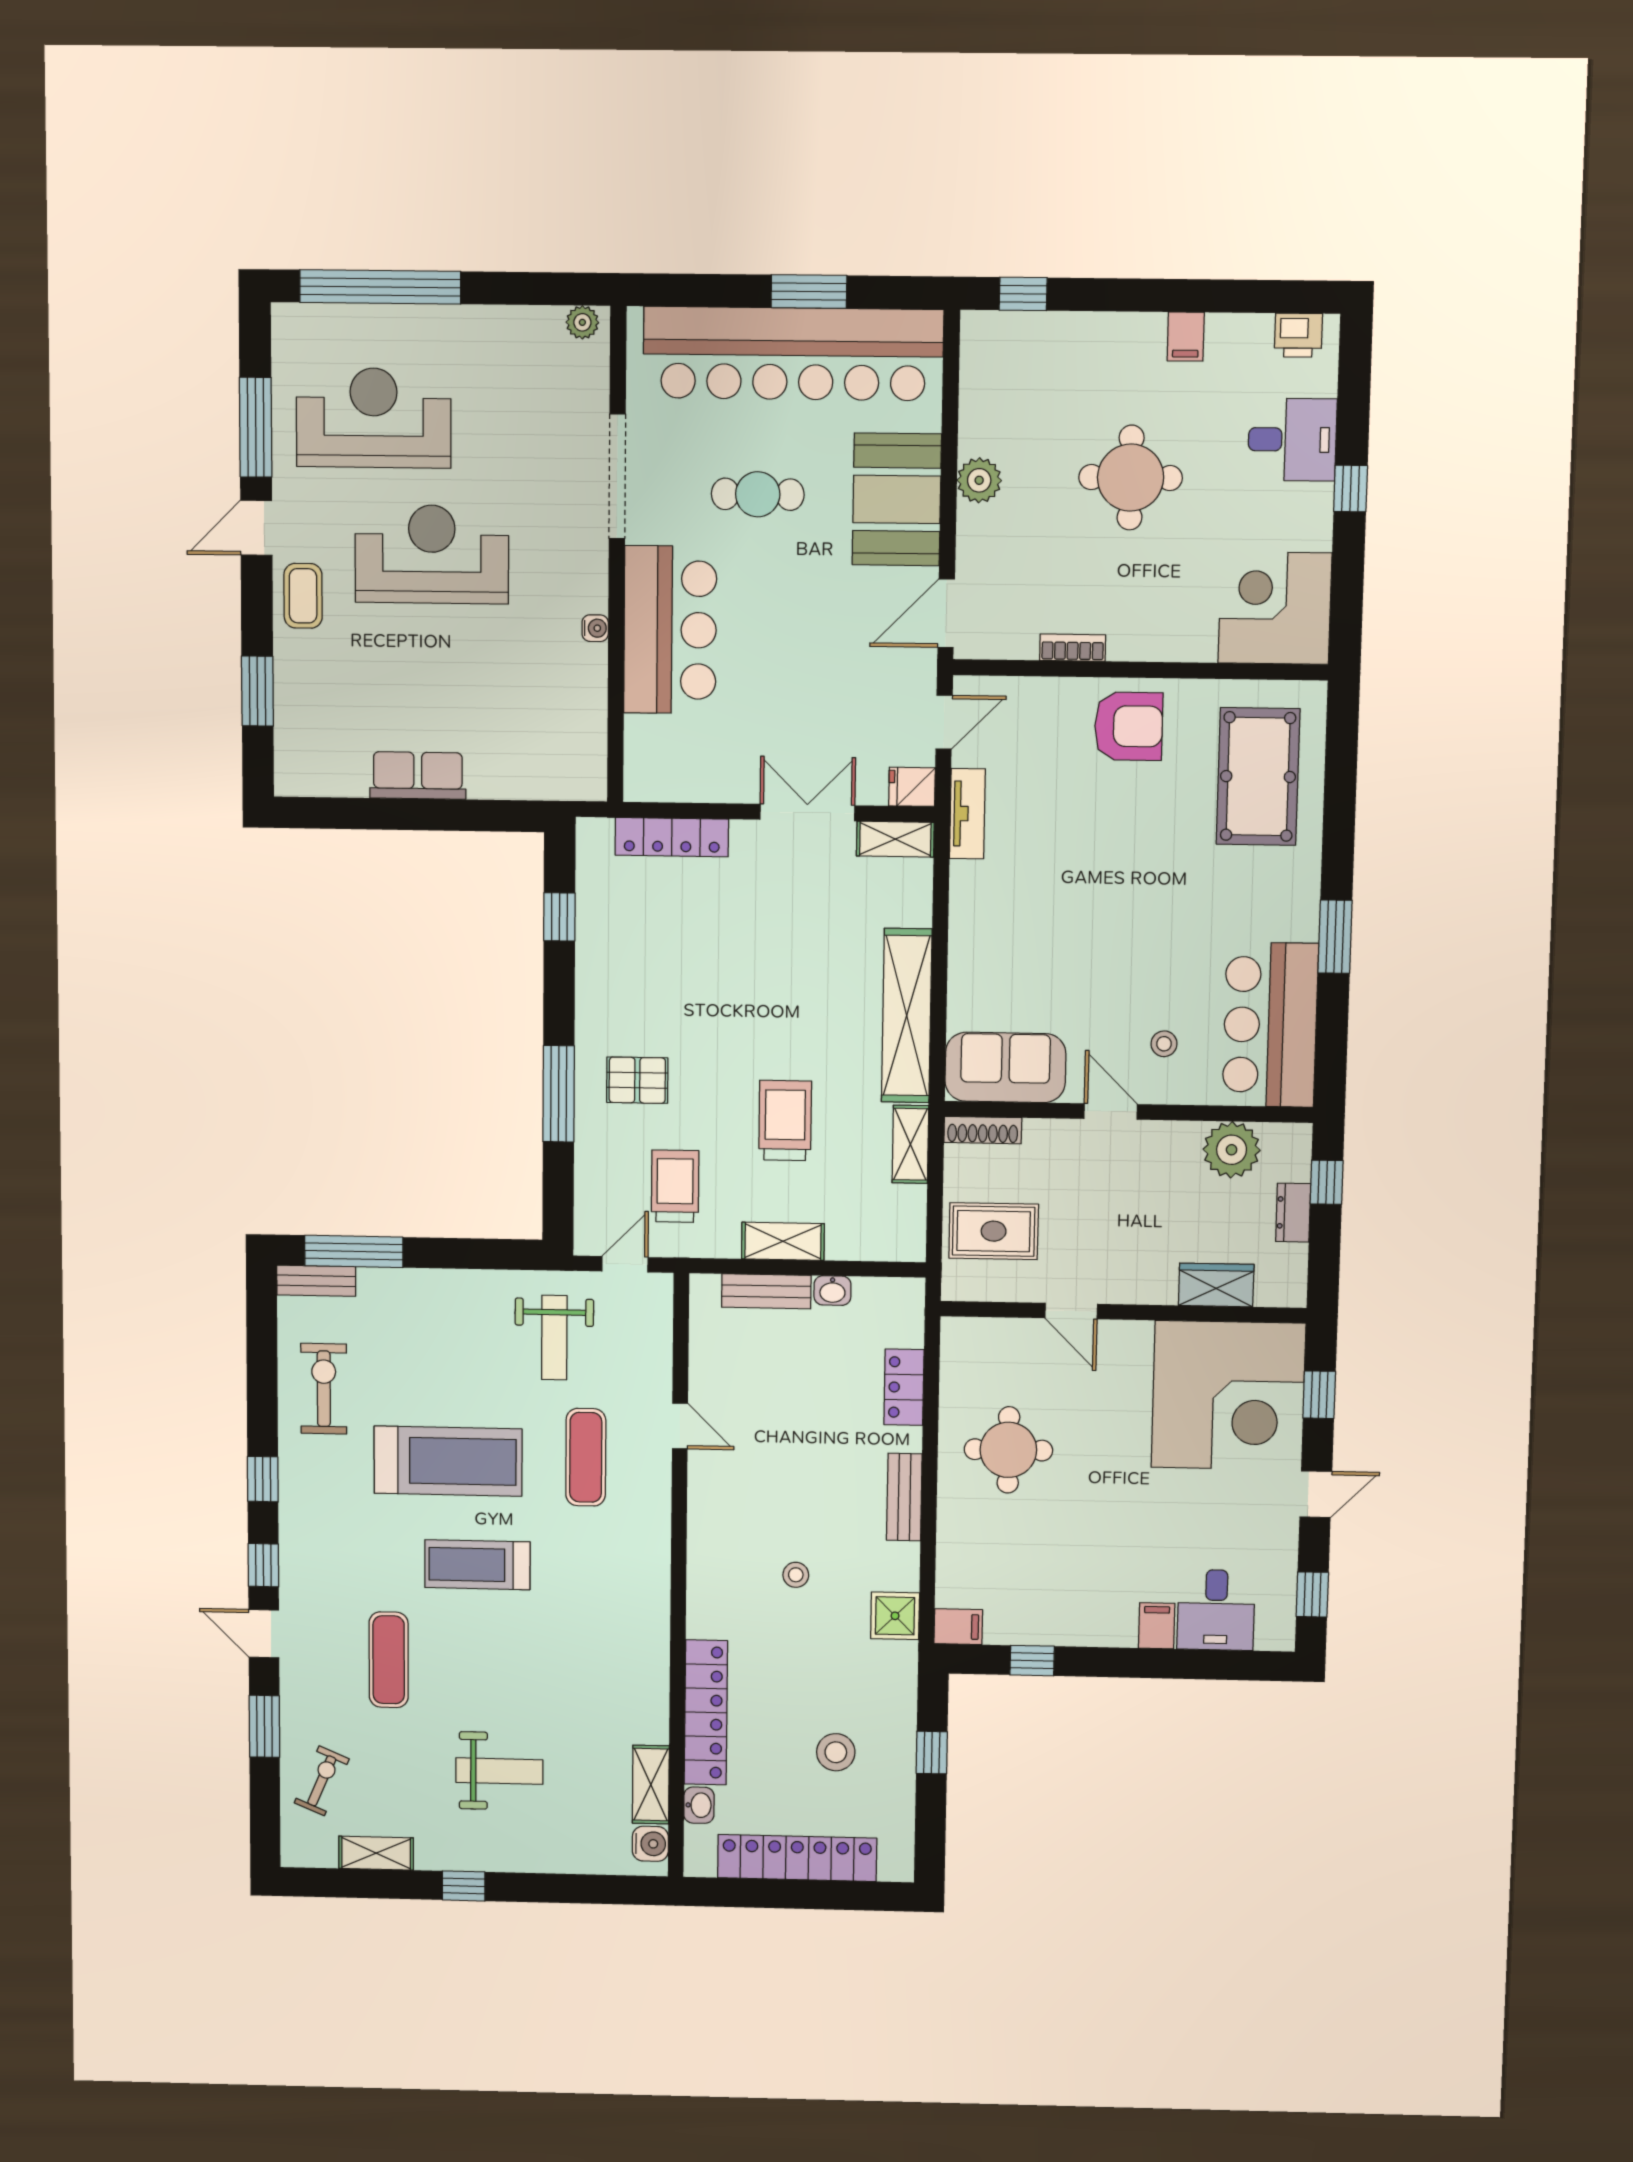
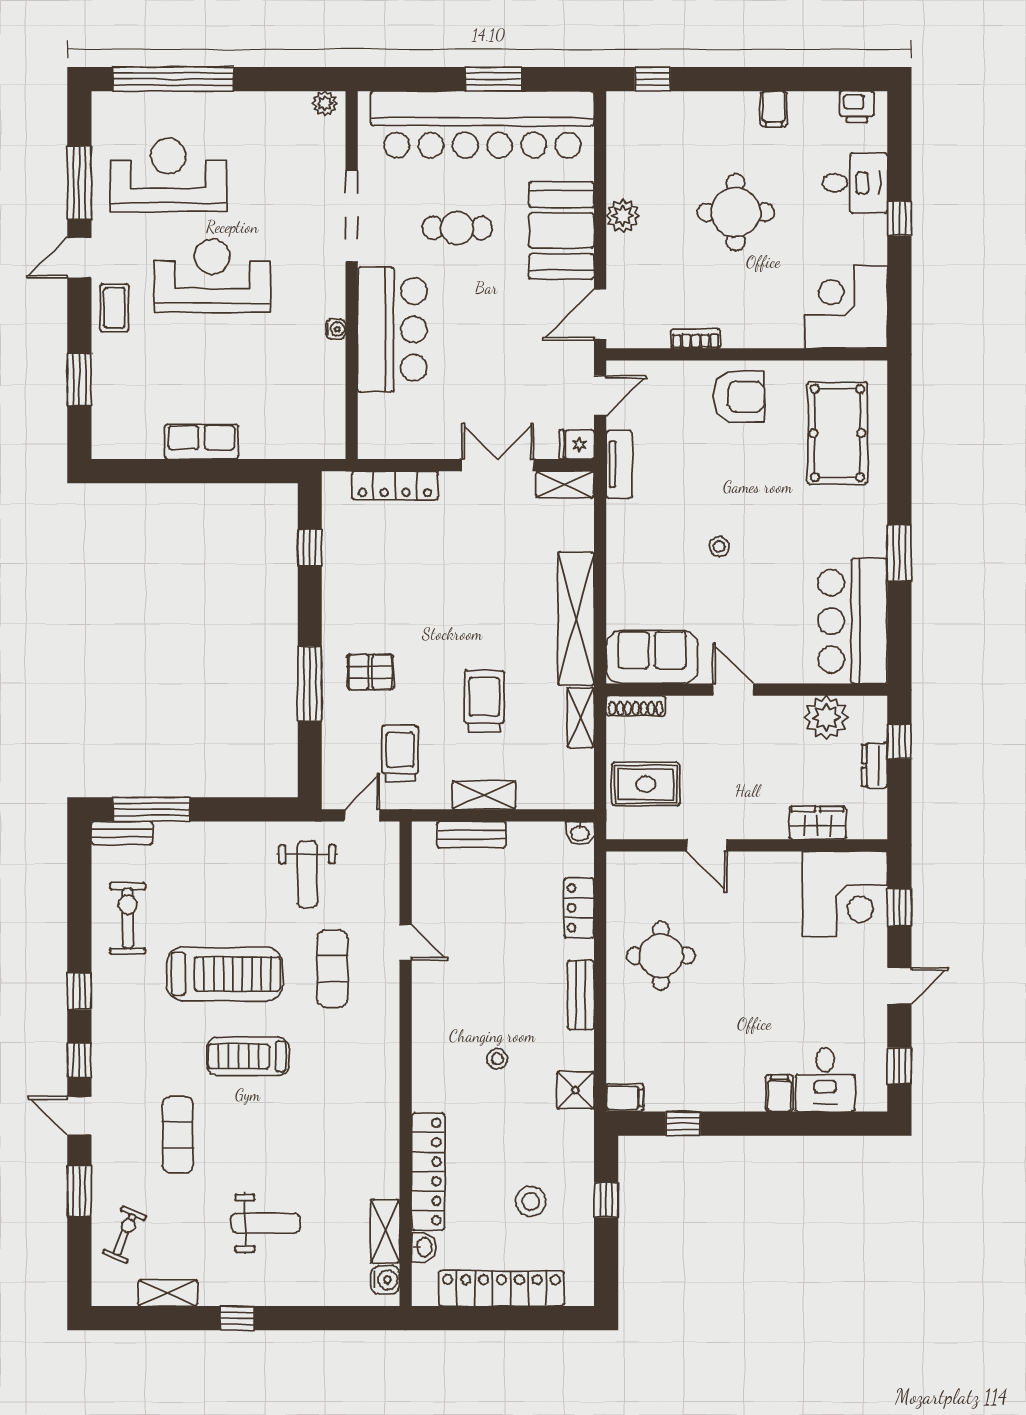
stool: (1164, 1044) -> (719, 546), moved
washbasin: (832, 1291) -> (580, 833), moved
corner desk: (1228, 1395) -> (845, 894), width x0.74, depth x0.74

